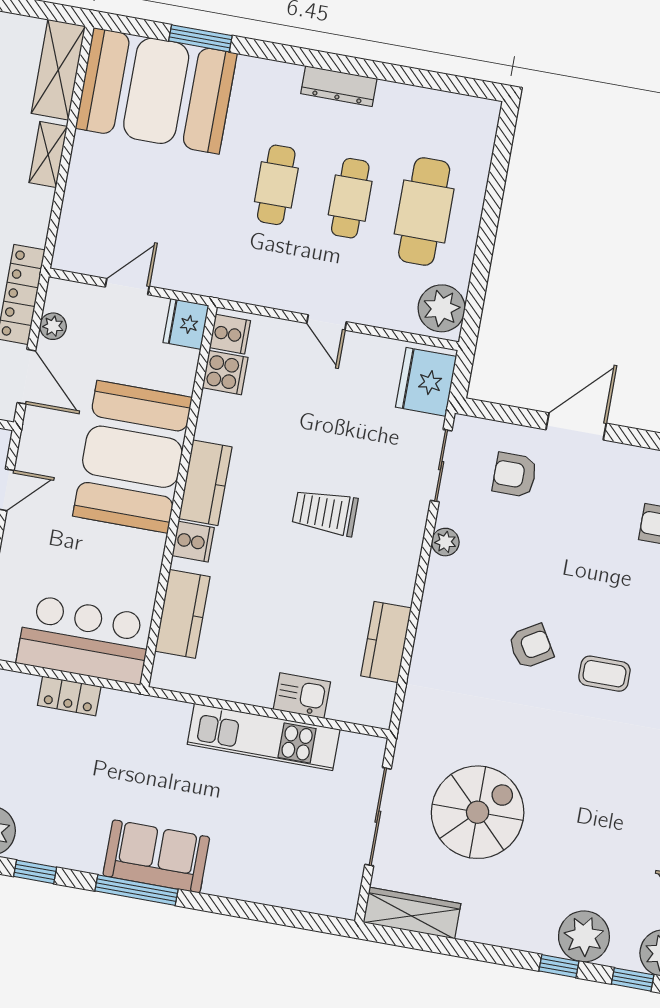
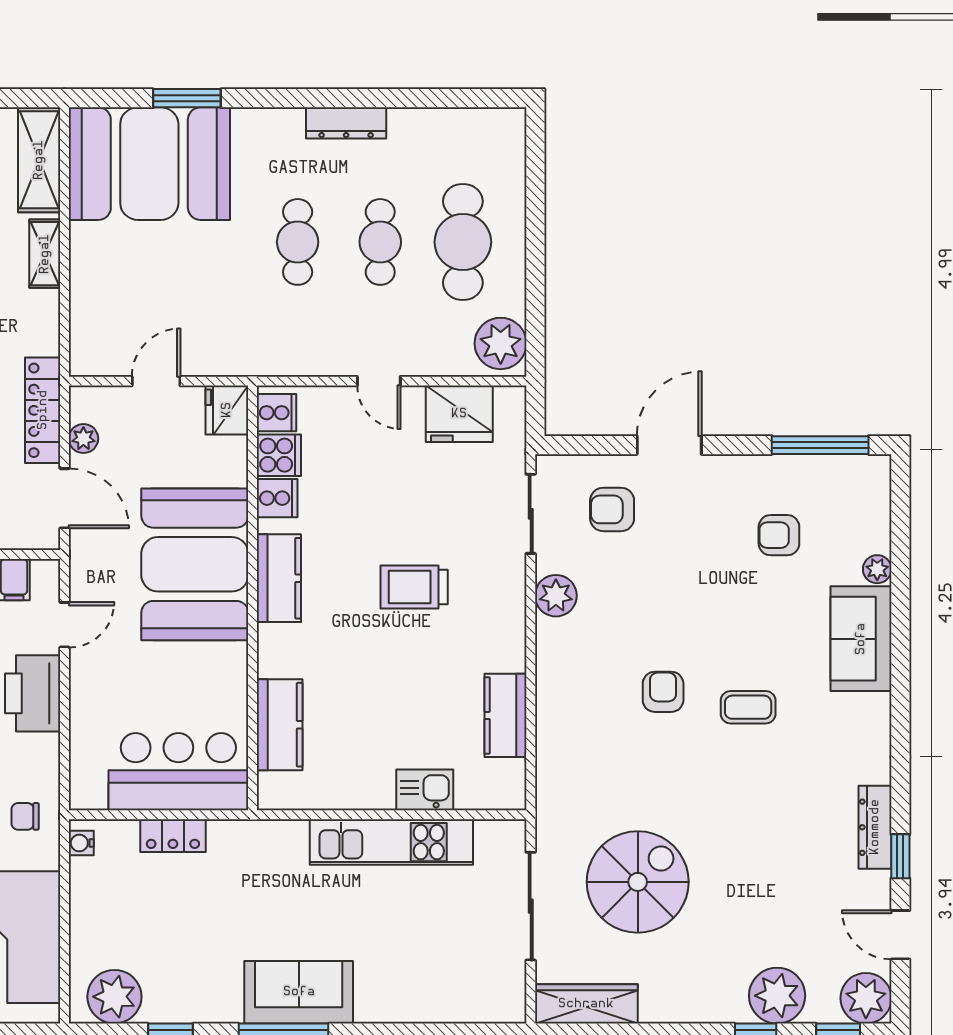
fridge: (426, 382) -> (459, 414), moved, turned -90
cooker: (193, 542) -> (277, 498), moved
plant: (445, 542) -> (556, 596), width x1.38, depth x1.38
armchair: (531, 646) -> (663, 692), turned -59

